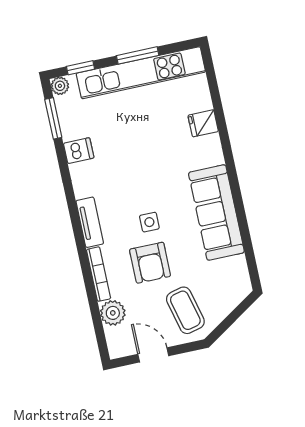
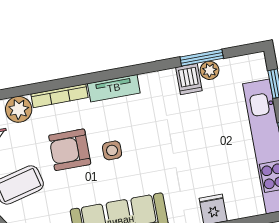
plant: (60, 86) -> (210, 70), moved
window: (53, 118) -> (202, 58), moved

